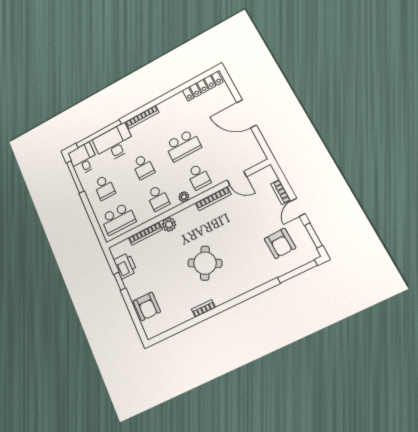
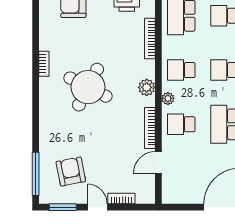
plant: (169, 224) -> (147, 87), moved
armchair: (280, 243) -> (71, 172), turned 81
round table: (205, 263) -> (88, 87), width x1.36, depth x1.36

